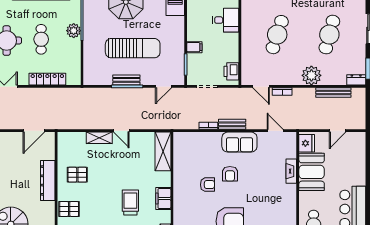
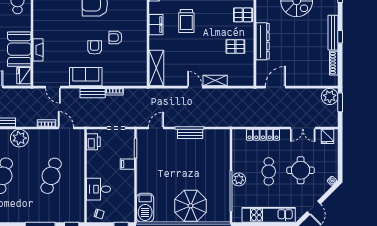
sun lounger: (133, 48) -> (184, 163), removed

